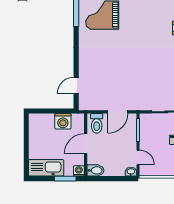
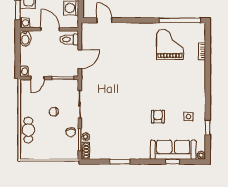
door: (118, 112) -> (80, 59), swing flipped

